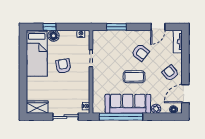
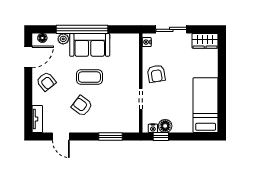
window: (49, 27) -> (161, 136), moved
door: (158, 27) -> (61, 136), swing flipped
floor lamp: (53, 36) -> (165, 126), moved
armchair: (63, 66) -> (156, 74), moved
sofa: (128, 104) -> (90, 45), width x0.73
window: (121, 117) -> (82, 29), moved

